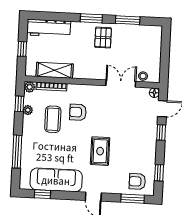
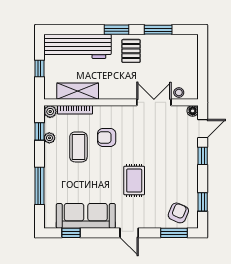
workbench: (49, 28) -> (77, 46), width x1.36, depth x1.32
armchair: (137, 181) -> (178, 213), turned 113

